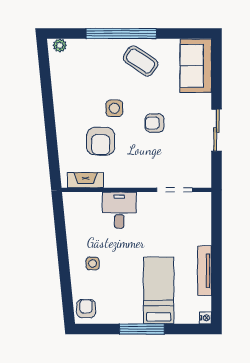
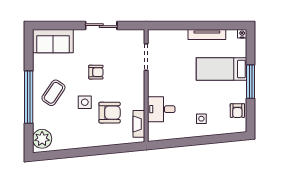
plant: (60, 45) -> (42, 139), width x1.88, depth x1.88
coffee table: (141, 61) -> (53, 93), moved
armchair: (155, 123) -> (96, 72), turned -90
desk: (119, 210) -> (161, 109), moved
armchair: (86, 308) -> (237, 111), moved, turned -90

